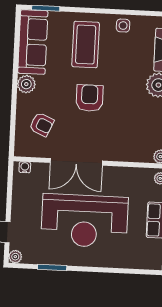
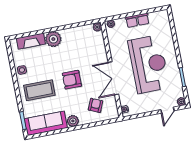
double door: (76, 162) -> (113, 78), swing flipped

